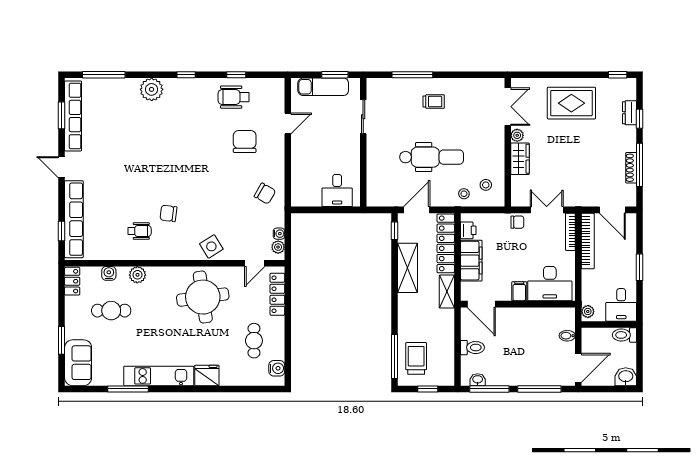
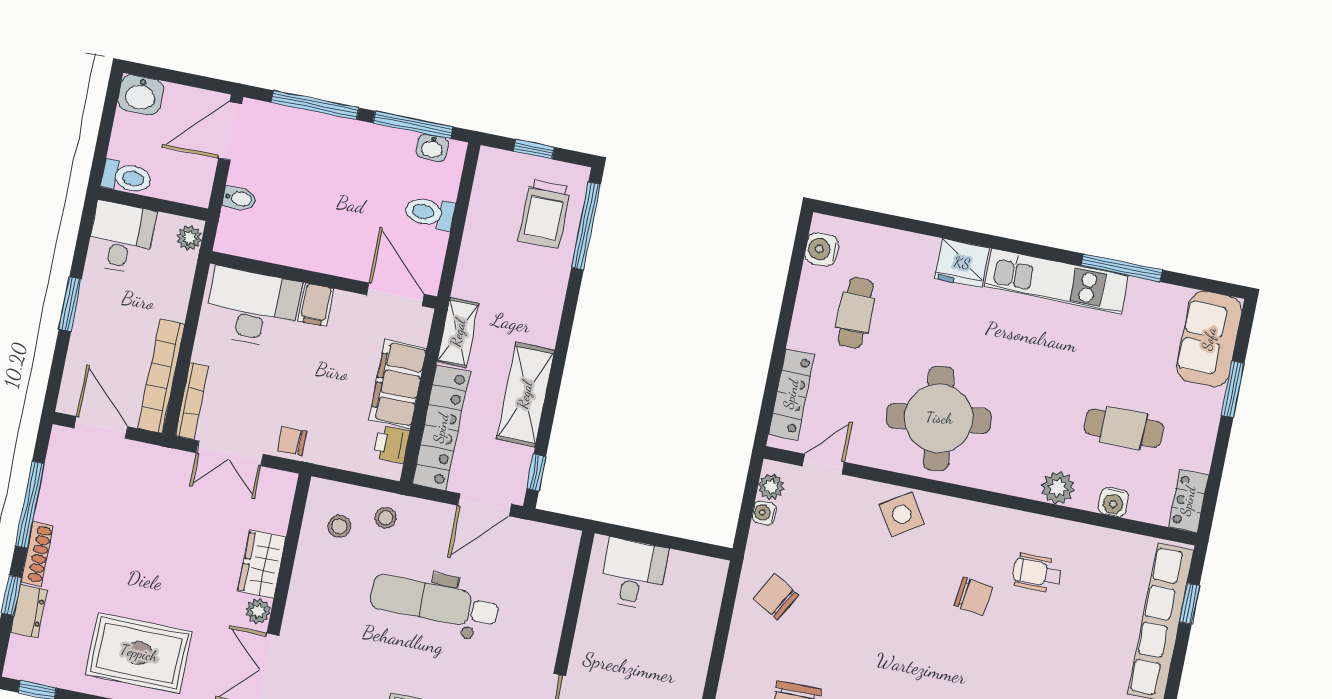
shoe rack: (631, 168) -> (37, 554), moved

